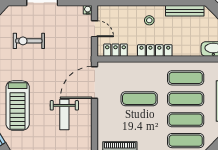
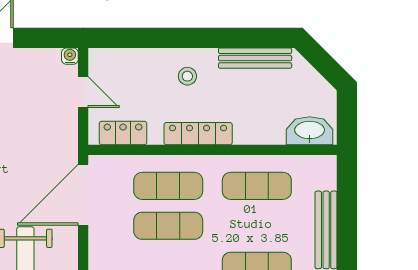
exercise mat: (186, 99) -> (168, 186), moved

